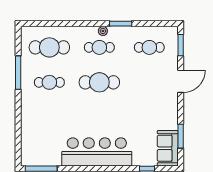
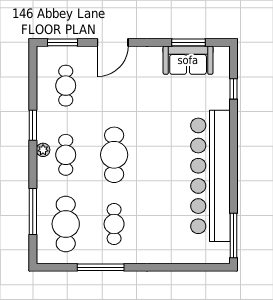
window: (58, 24) -> (33, 211), added
door: (181, 81) -> (113, 42), swing flipped
sofa: (168, 148) -> (188, 60), moved
bar counter: (97, 152) -> (210, 176), width x1.36

